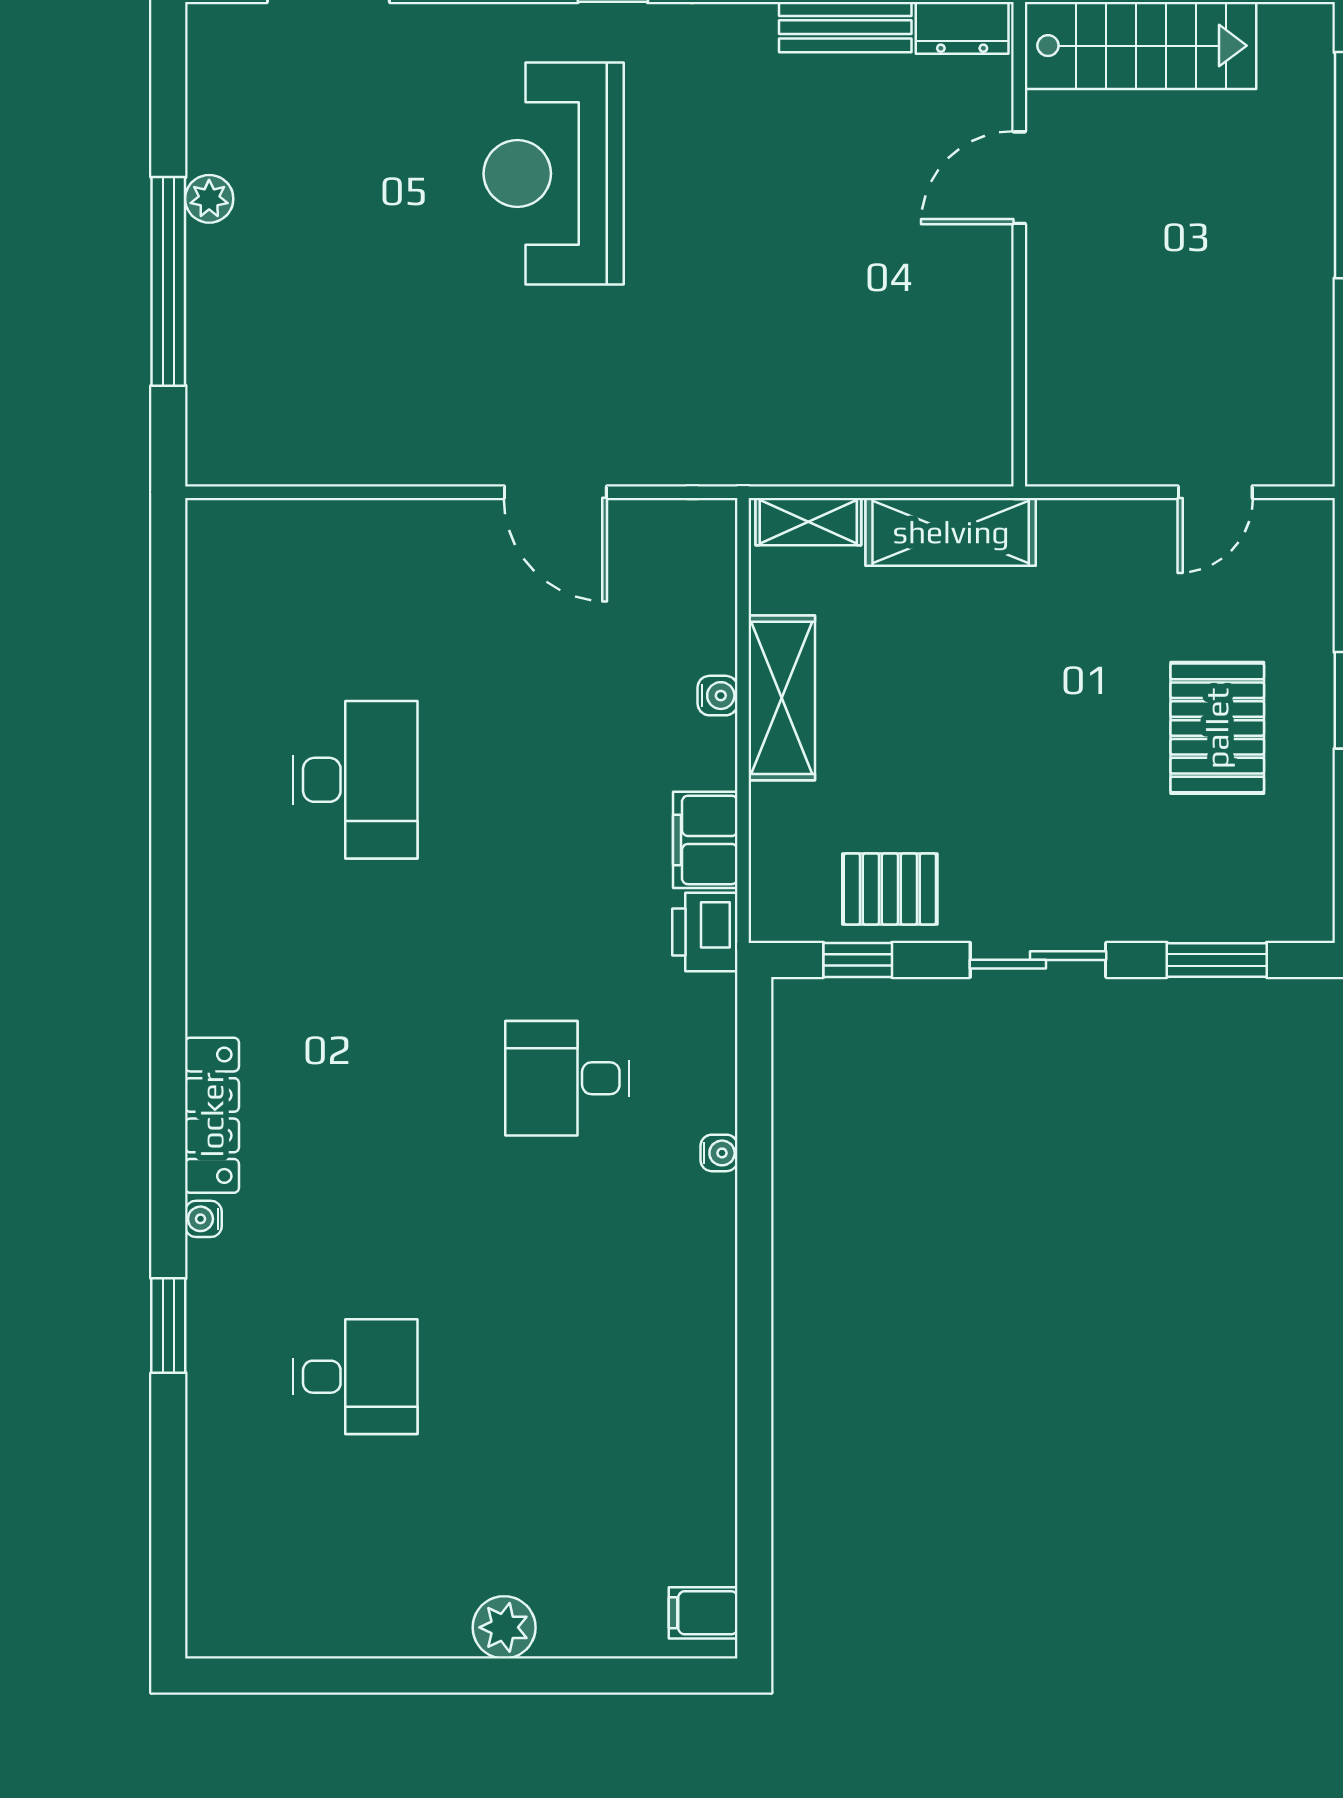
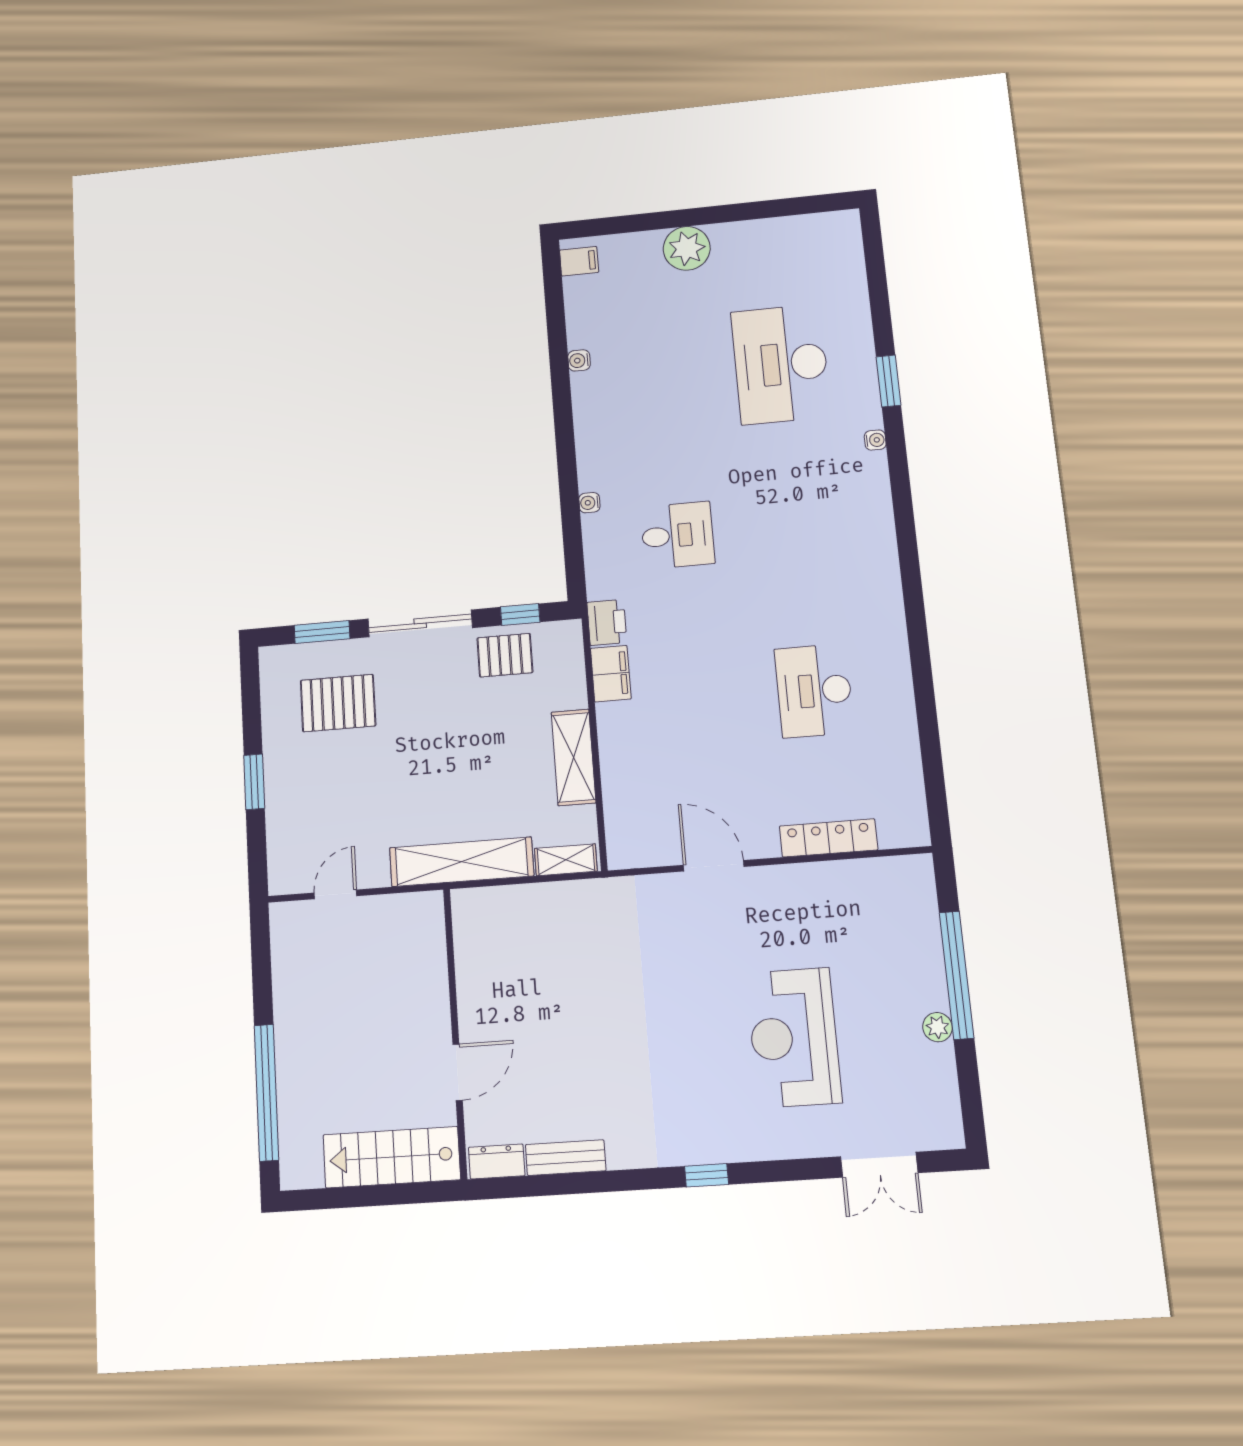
reception desk: (554, 174) -> (794, 1038), moved, turned 180
shelving: (951, 532) -> (461, 862), width x1.47
water cooler: (718, 696) -> (579, 360), moved
pallet: (1217, 728) -> (338, 703), moved, turned 90
sliding door: (1038, 960) -> (420, 623), width x1.37
locker: (212, 1115) -> (829, 838), moved, turned 90
desk: (355, 1377) -> (781, 364), width x1.87, depth x1.30
plant: (504, 1627) -> (687, 248), width x1.36, depth x1.36

